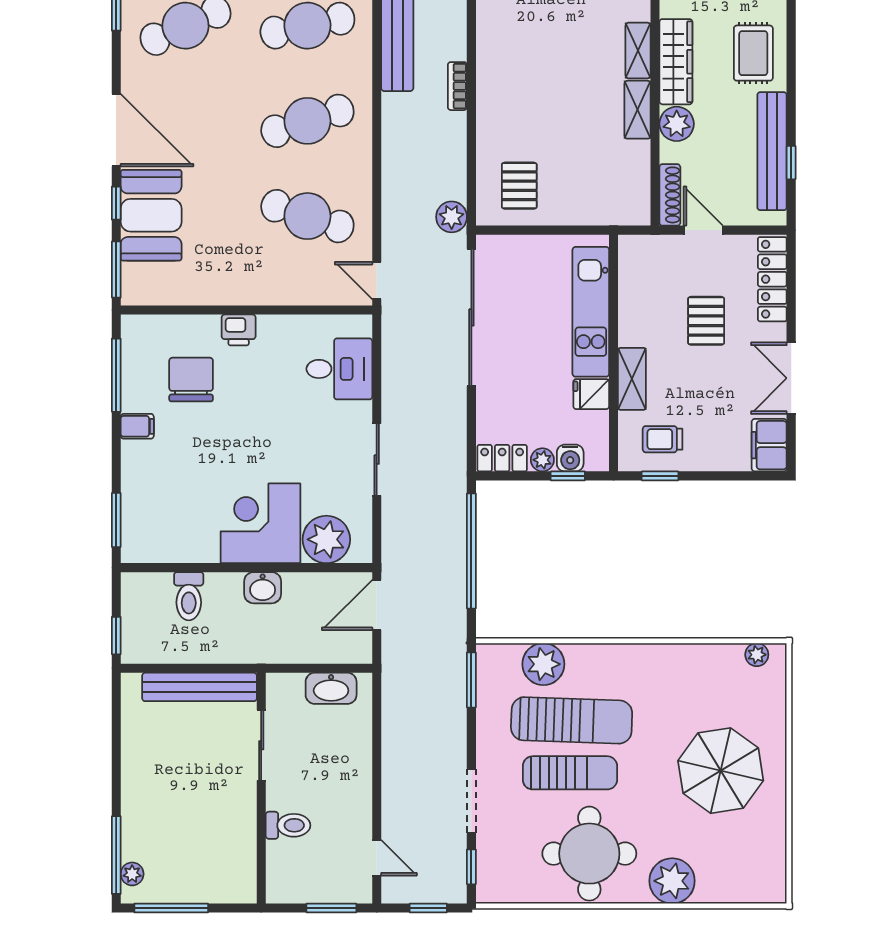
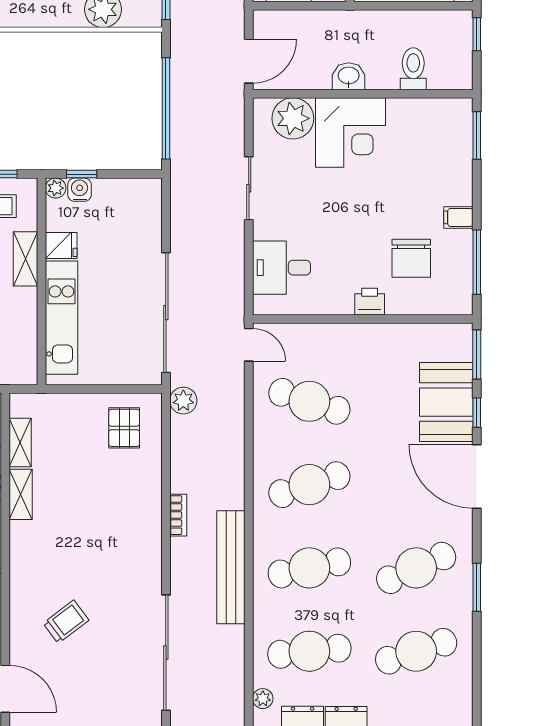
shelving: (638, 51) -> (20, 443), moved
locker: (502, 458) -> (139, 190), removed
plant: (542, 460) -> (56, 188), moved

